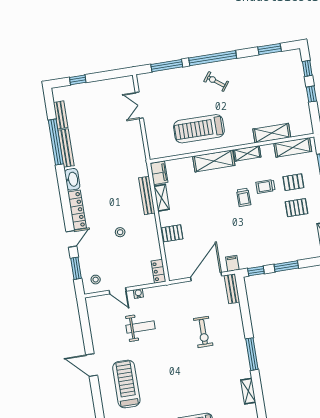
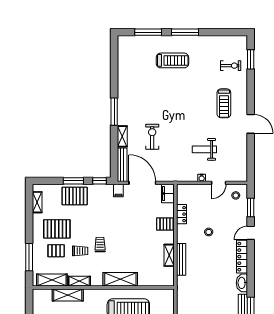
shelving: (247, 153) -> (79, 281), moved
filing cabinet: (159, 173) -> (168, 193), moved
pallet: (297, 208) -> (57, 229), width x1.50, depth x1.42
pallet: (282, 249) -> (75, 196), added
locker: (159, 271) -> (182, 214), moved
door: (206, 277) -> (142, 183), swing flipped
bench: (232, 289) -> (122, 165), width x1.36
door: (118, 291) -> (219, 183), swing flipped
treadmill: (126, 384) -> (224, 103), width x0.73, depth x0.73
shelving: (248, 391) -> (122, 136), moved

